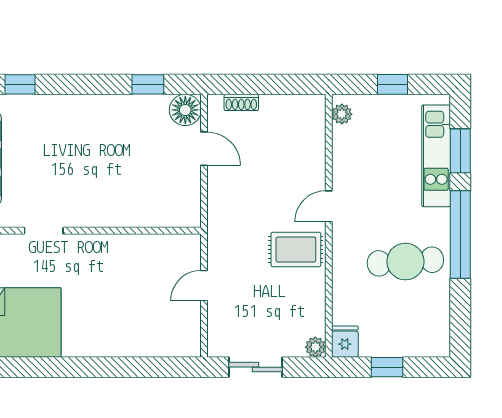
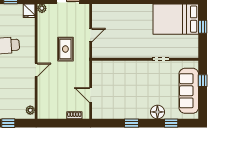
window: (148, 84) -> (131, 123), moved
floor lamp: (185, 110) -> (157, 112), moved
rug: (296, 249) -> (65, 49), moved, turned 90

